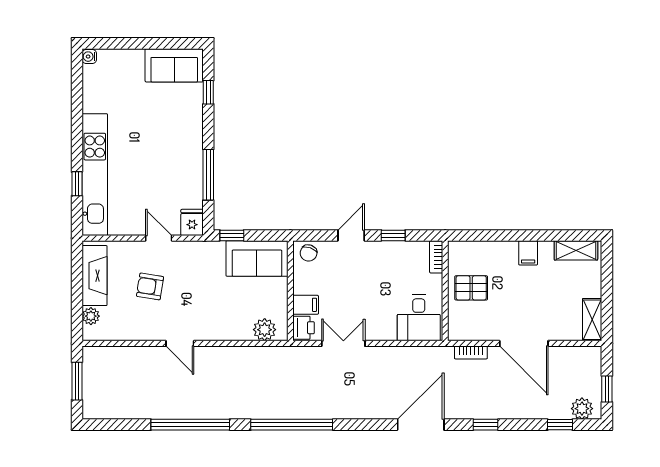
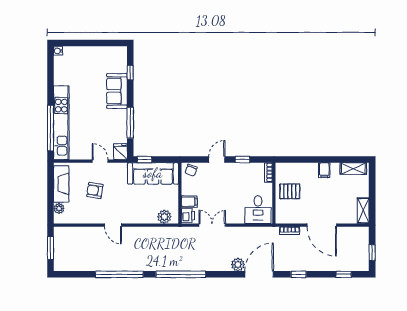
sofa: (174, 65) -> (117, 91), moved, turned 90
window: (77, 184) -> (51, 128), width x3.17
sofa: (257, 258) -> (153, 173), width x1.36
plant: (582, 409) -> (238, 265), moved

